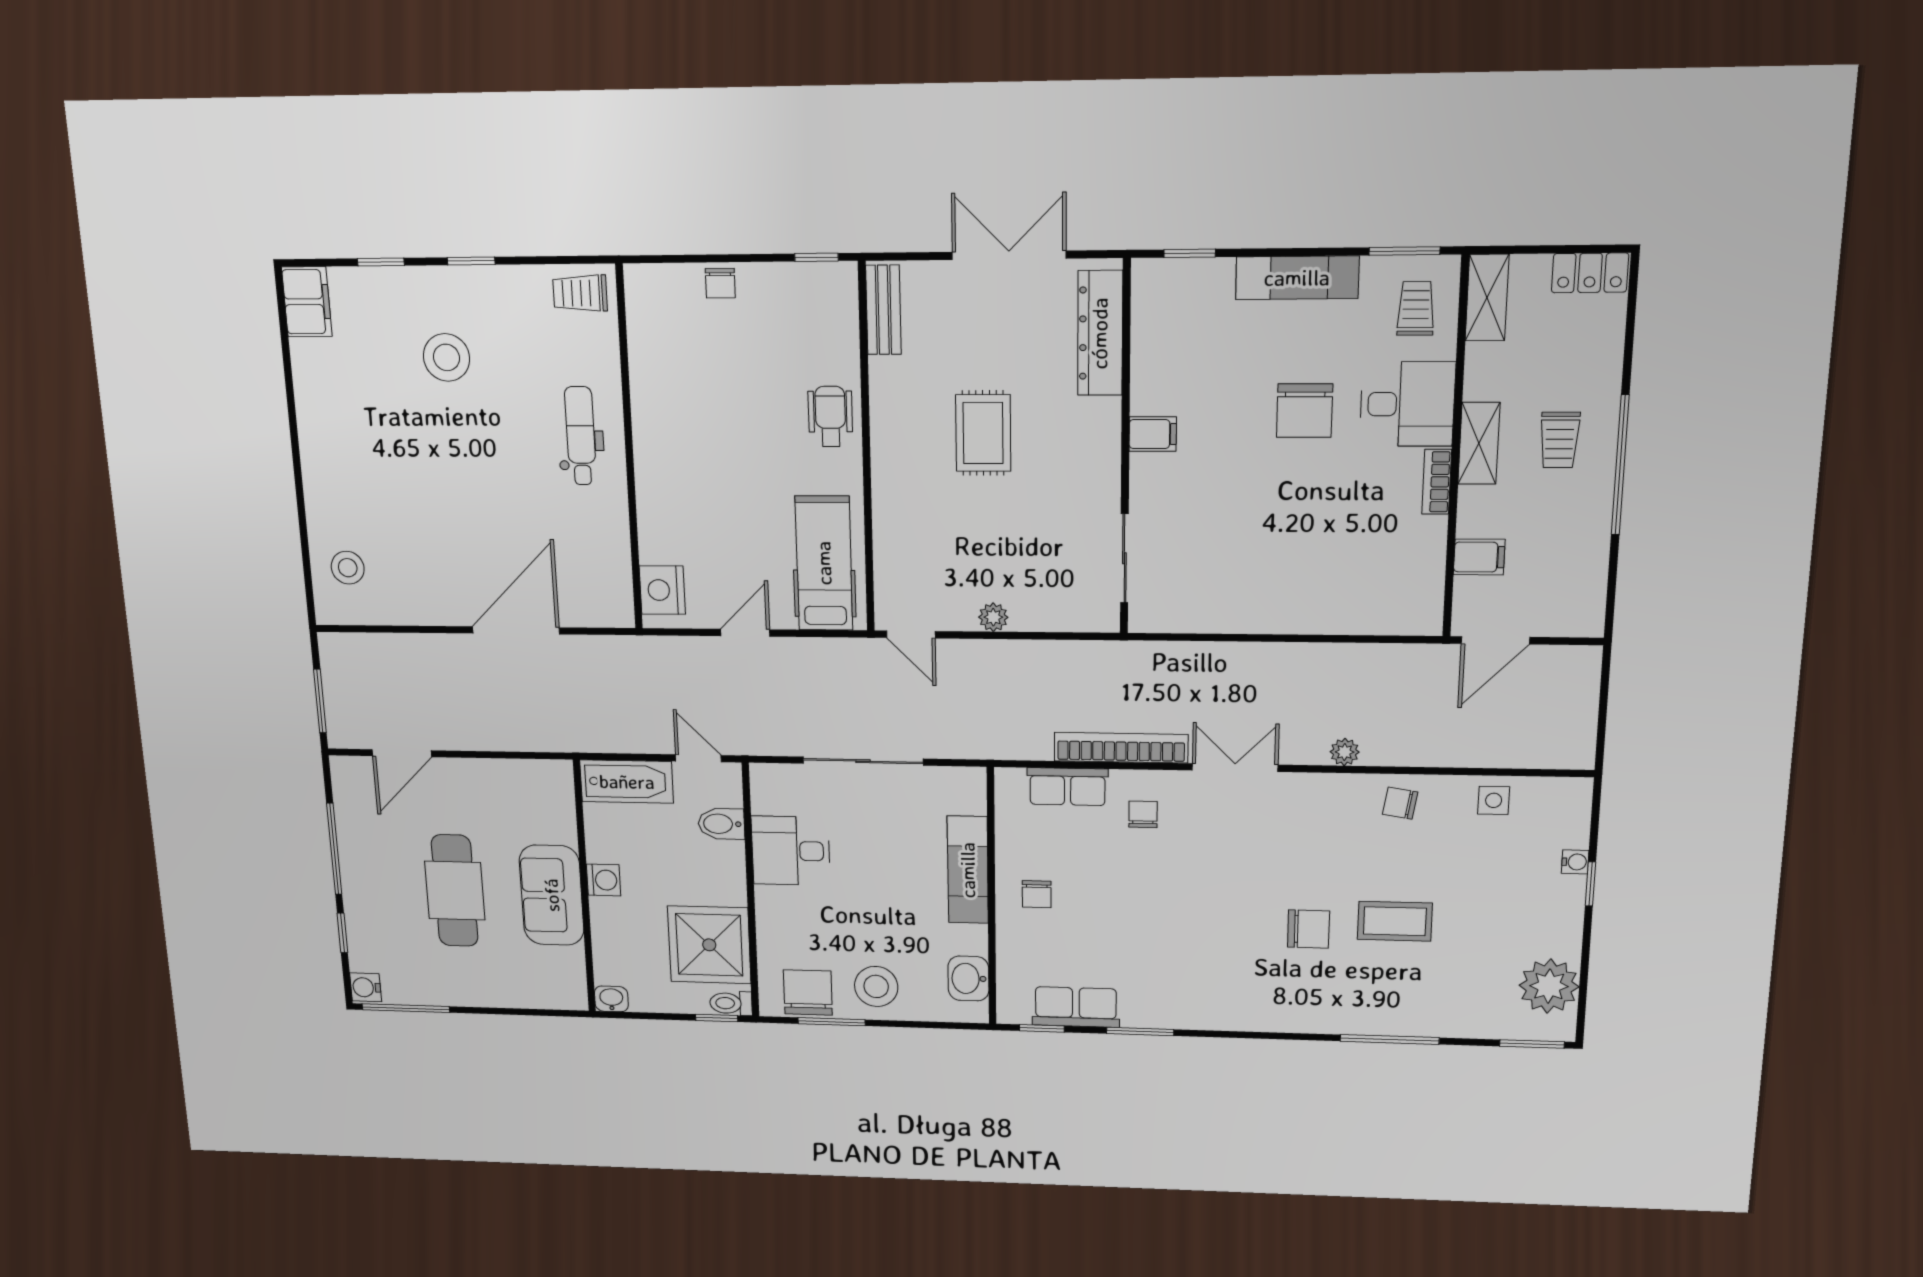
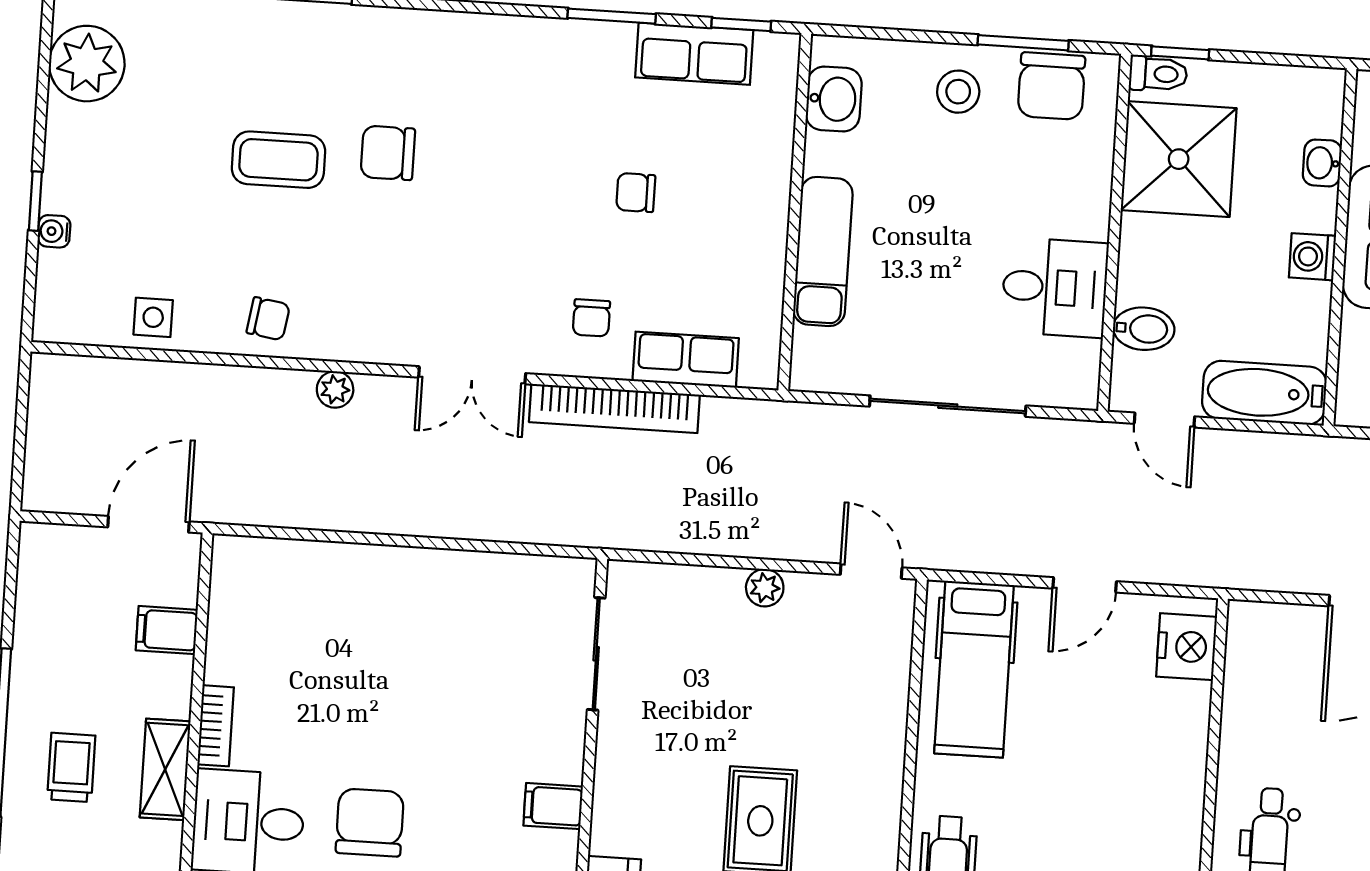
chair: (1037, 894) -> (636, 193), moved, turned -90
stool: (876, 986) -> (958, 92), width x0.73, depth x0.73
washbasin: (611, 999) -> (1322, 163), moved, turned 90

